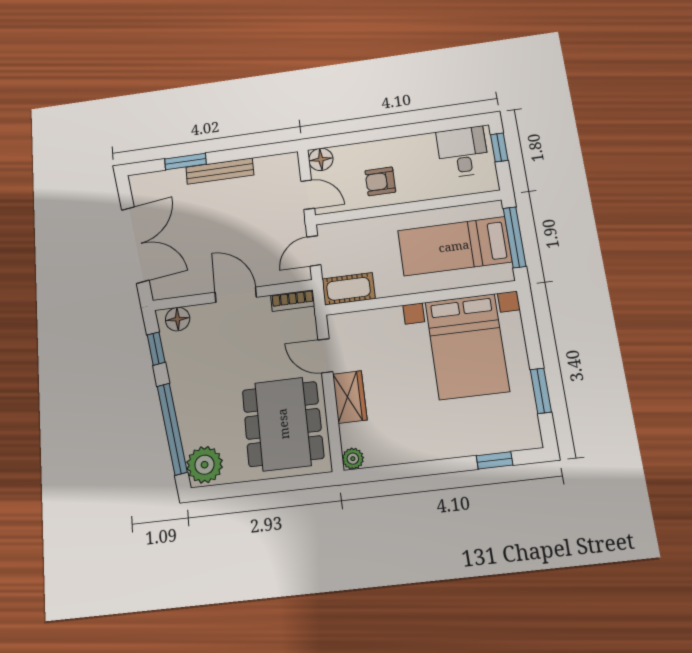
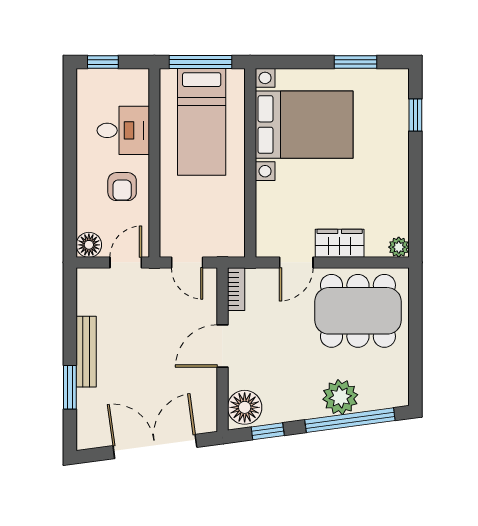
desk: (463, 152) -> (123, 130), moved, turned 180
cot: (349, 289) -> (231, 232), removed
floor lamp: (178, 319) -> (245, 407), width x1.38, depth x1.38
plant: (205, 465) -> (340, 397), moved

